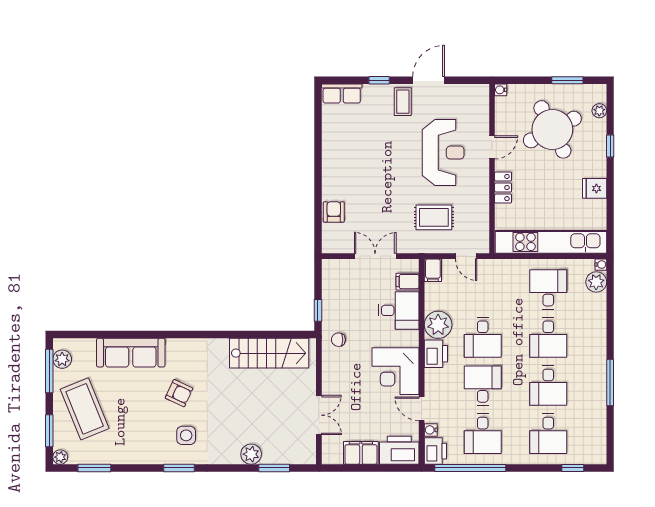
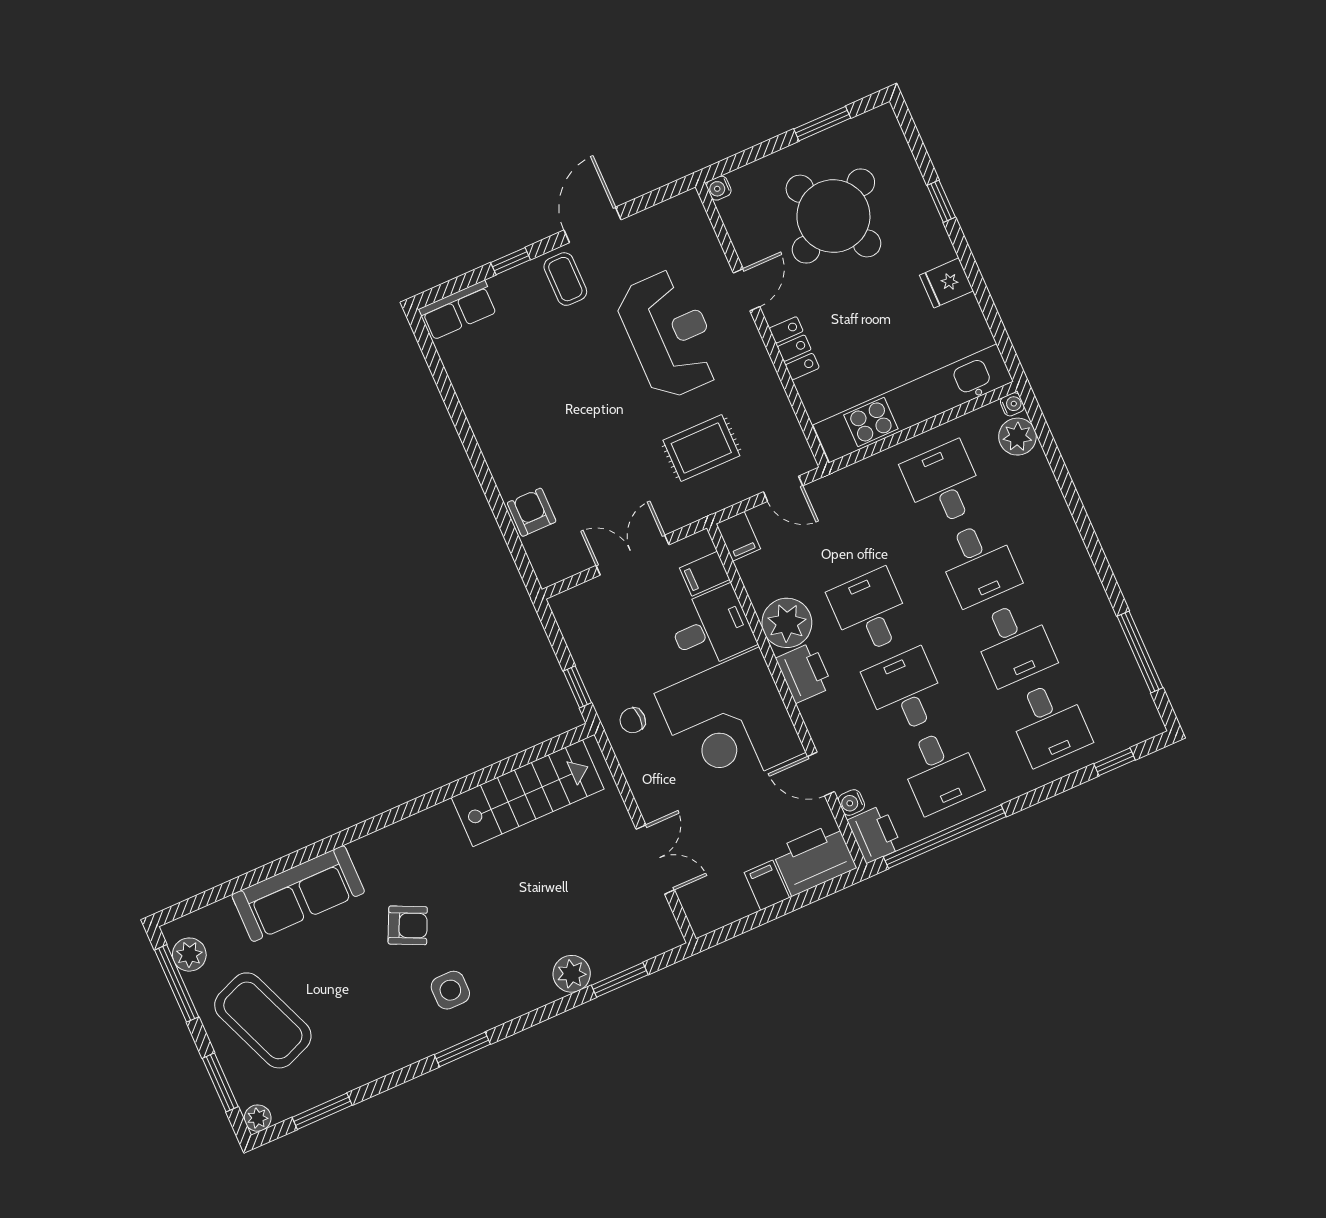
plant: (599, 111) -> (897, 151), removed
desk: (483, 338) -> (870, 611), turned 180
corner desk: (396, 371) -> (730, 723), width x1.36, depth x1.36
window: (610, 382) -> (1140, 652), moved
filing cabinet: (361, 453) -> (767, 885), width x0.50

